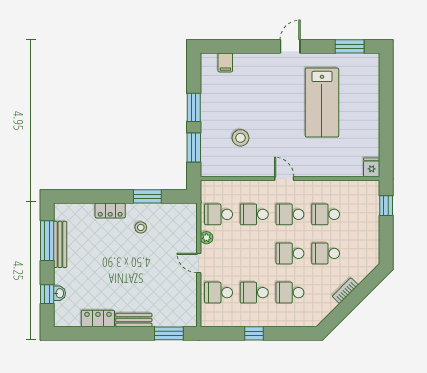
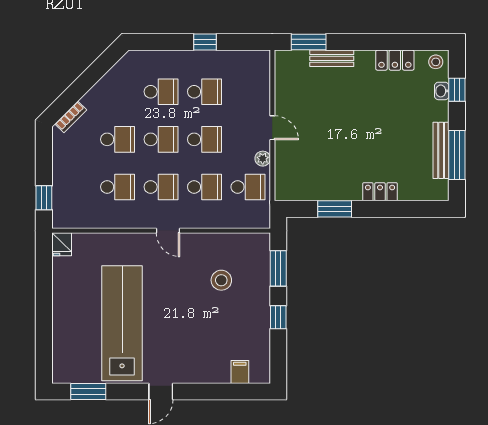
lab bench: (322, 102) -> (122, 323), width x1.36
window: (194, 107) -> (278, 317), width x0.67
stool: (141, 227) -> (436, 62), moved
bookcase: (345, 291) -> (71, 117), moved
school desk: (219, 293) -> (205, 139), moved
bench: (134, 320) -> (332, 58), moved

